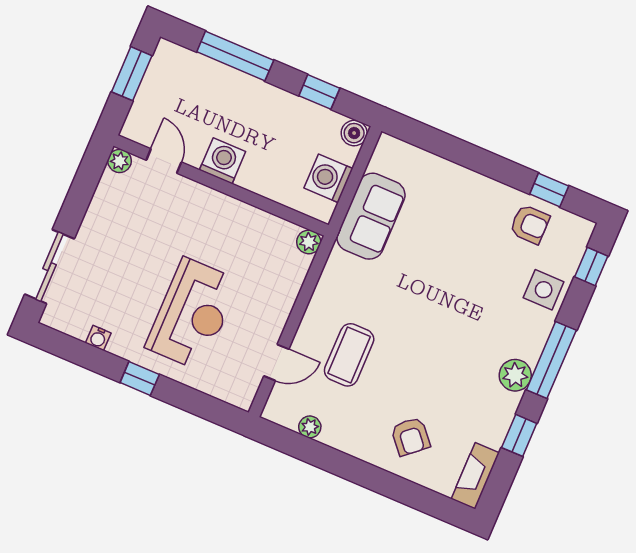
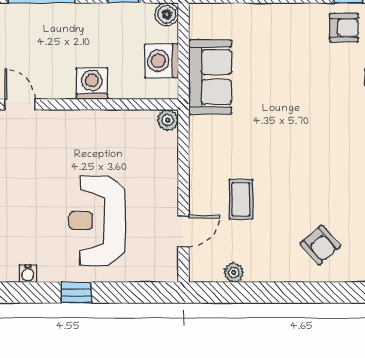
washing machine: (223, 161) -> (92, 83), moved
reception desk: (192, 314) -> (97, 221), turned 180
coffee table: (349, 355) -> (241, 199), width x0.73, depth x0.77

